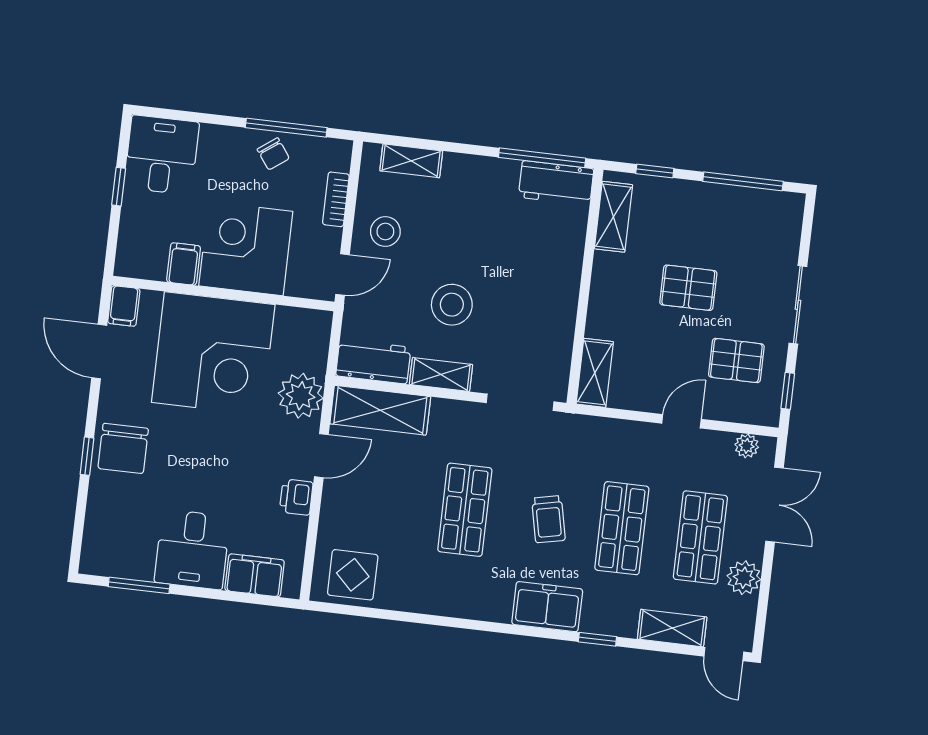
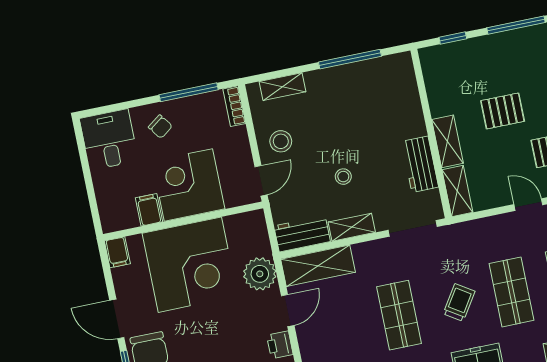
chair: (273, 154) -> (160, 127), moved
window: (542, 158) -> (350, 59), moved
workbench: (556, 183) -> (420, 164), moved, turned 90
window: (119, 187) -> (87, 171), removed
bookcase: (336, 199) -> (234, 106), moved
shelving: (613, 217) -> (448, 141), moved
stool: (452, 305) -> (343, 177), width x0.53, depth x0.53
door: (99, 351) -> (117, 319), moved
door: (681, 421) -> (528, 205), hinge flipped
trolley: (549, 519) -> (459, 303), turned -135

